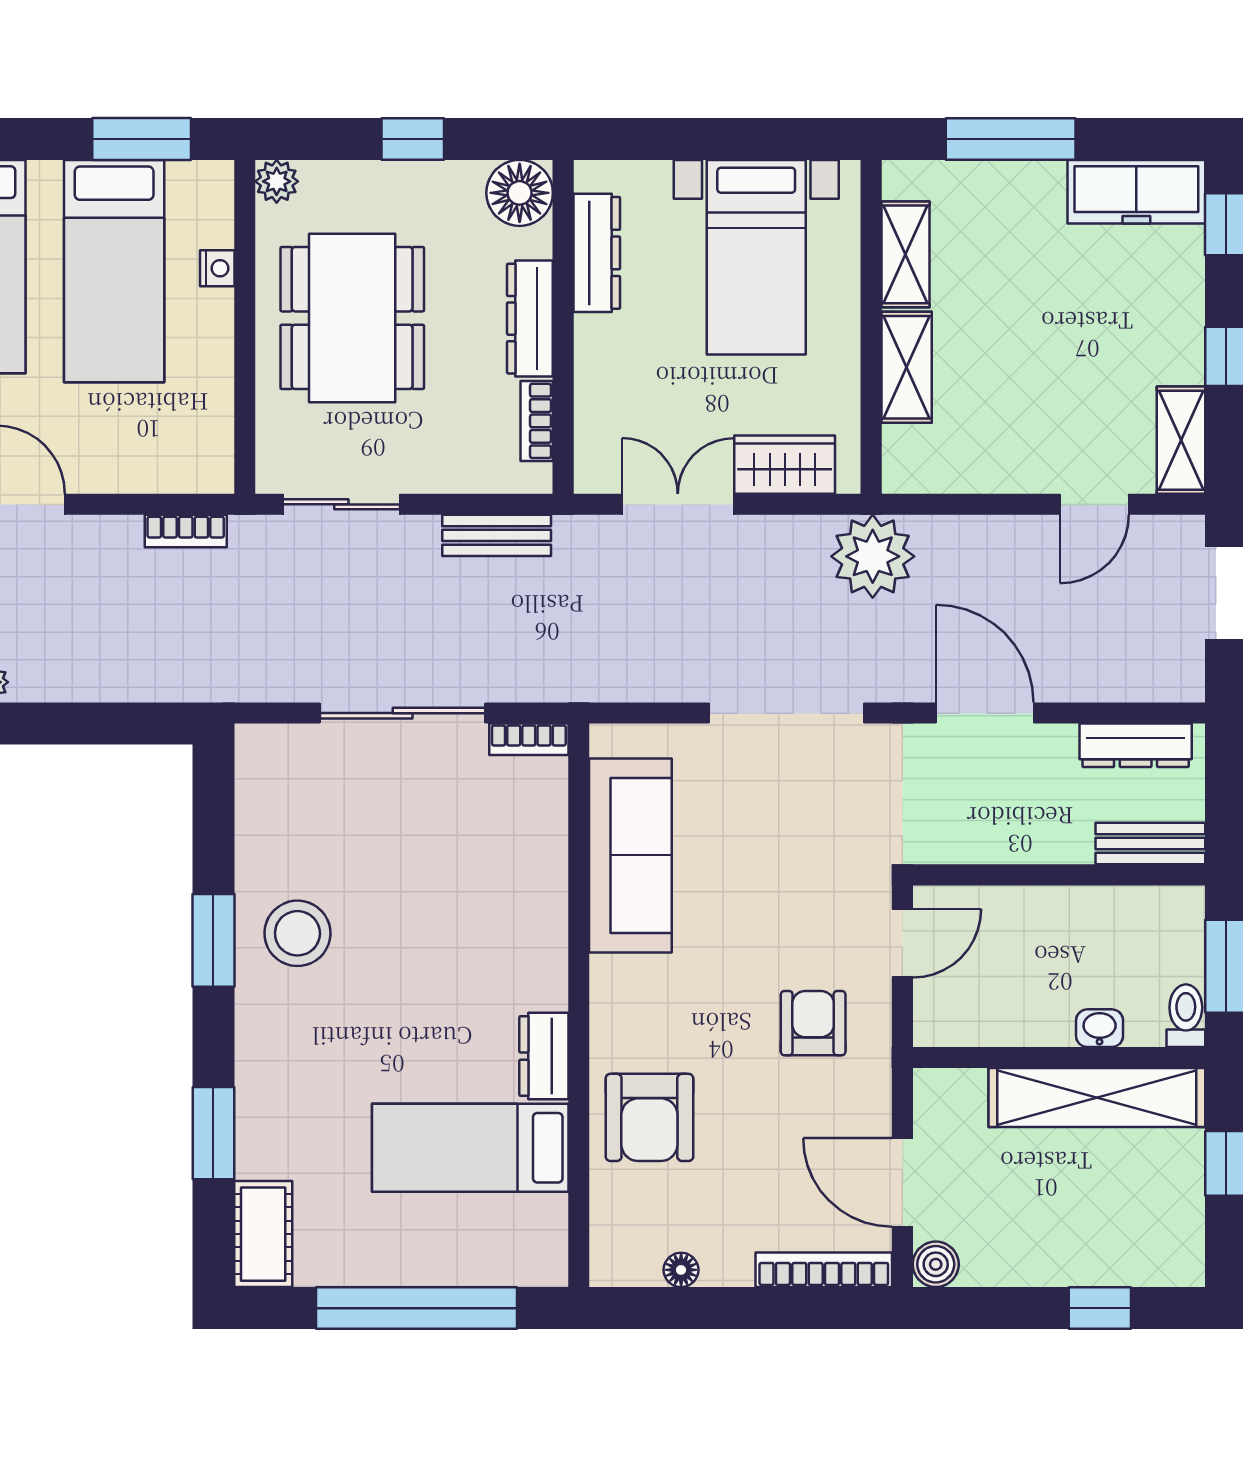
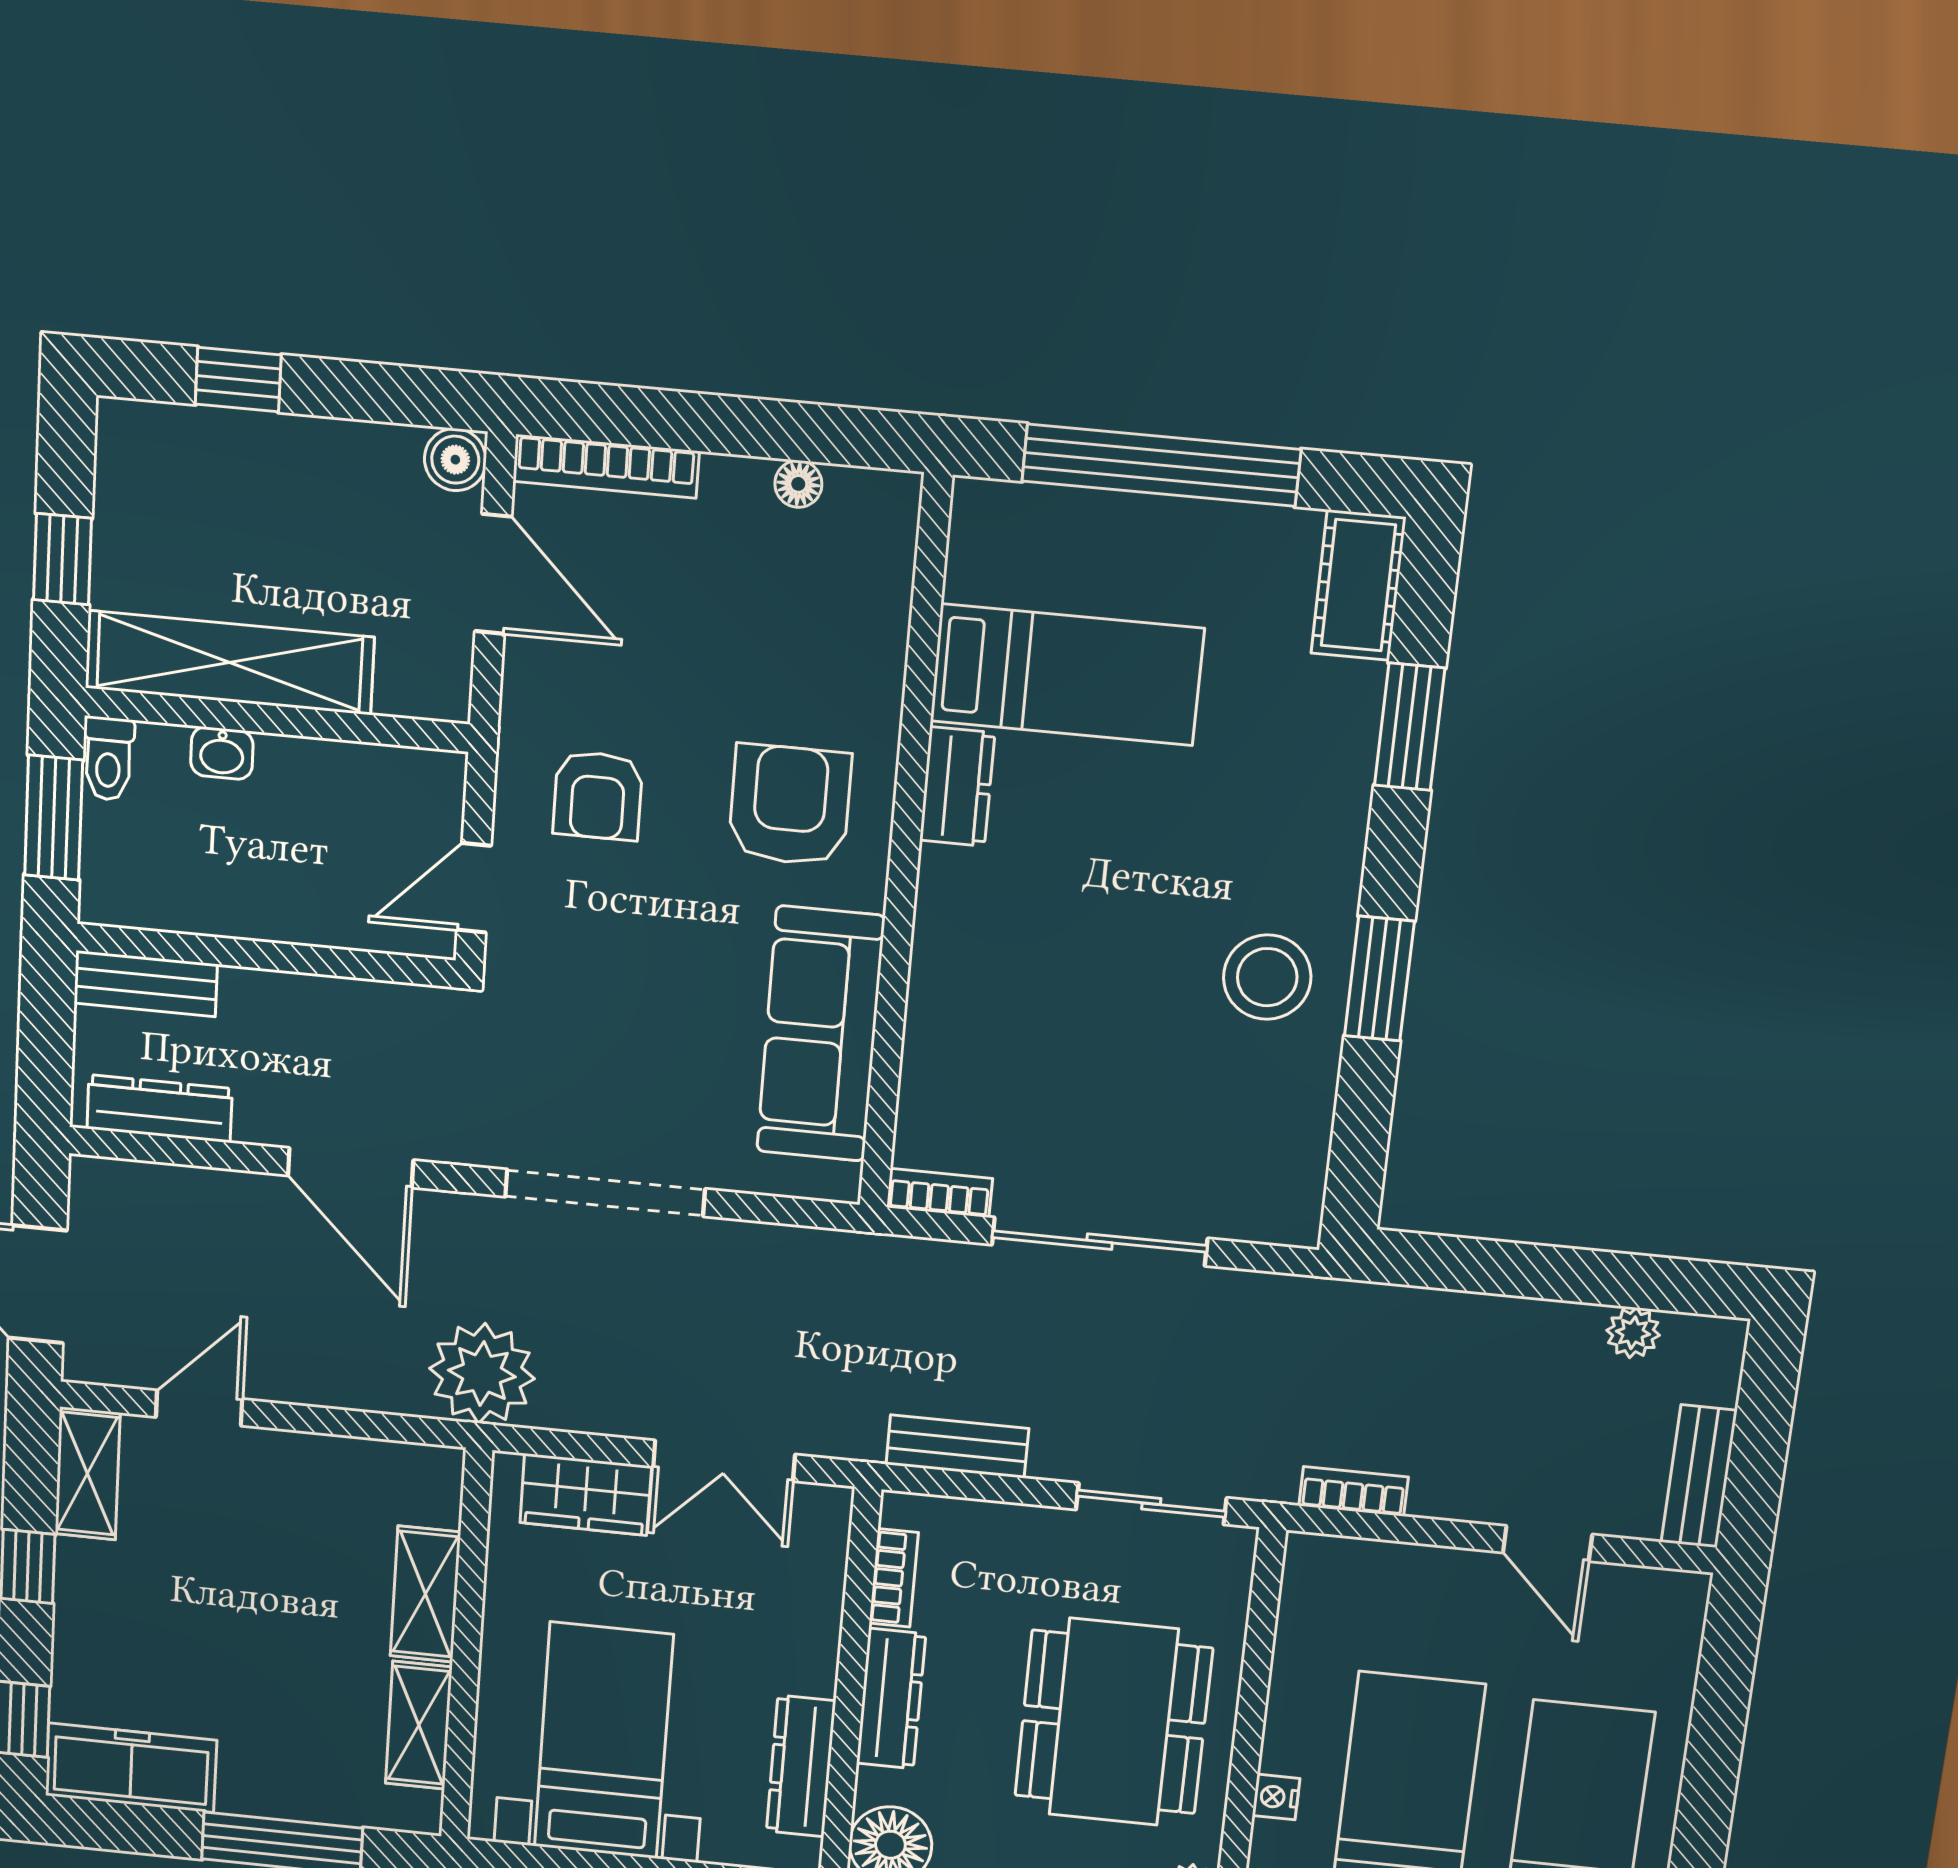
armchair: (649, 1117) -> (790, 805), moved

